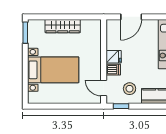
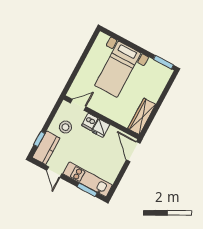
door: (131, 17) -> (133, 152), moved
wardrobe: (63, 26) -> (142, 116), moved
window: (121, 106) -> (39, 139), moved

